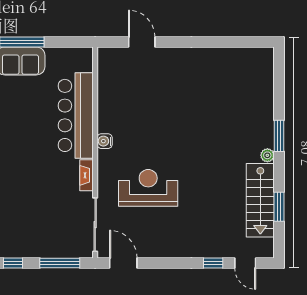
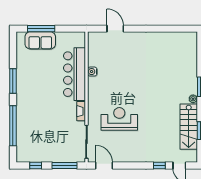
water cooler: (105, 141) -> (92, 72), moved

